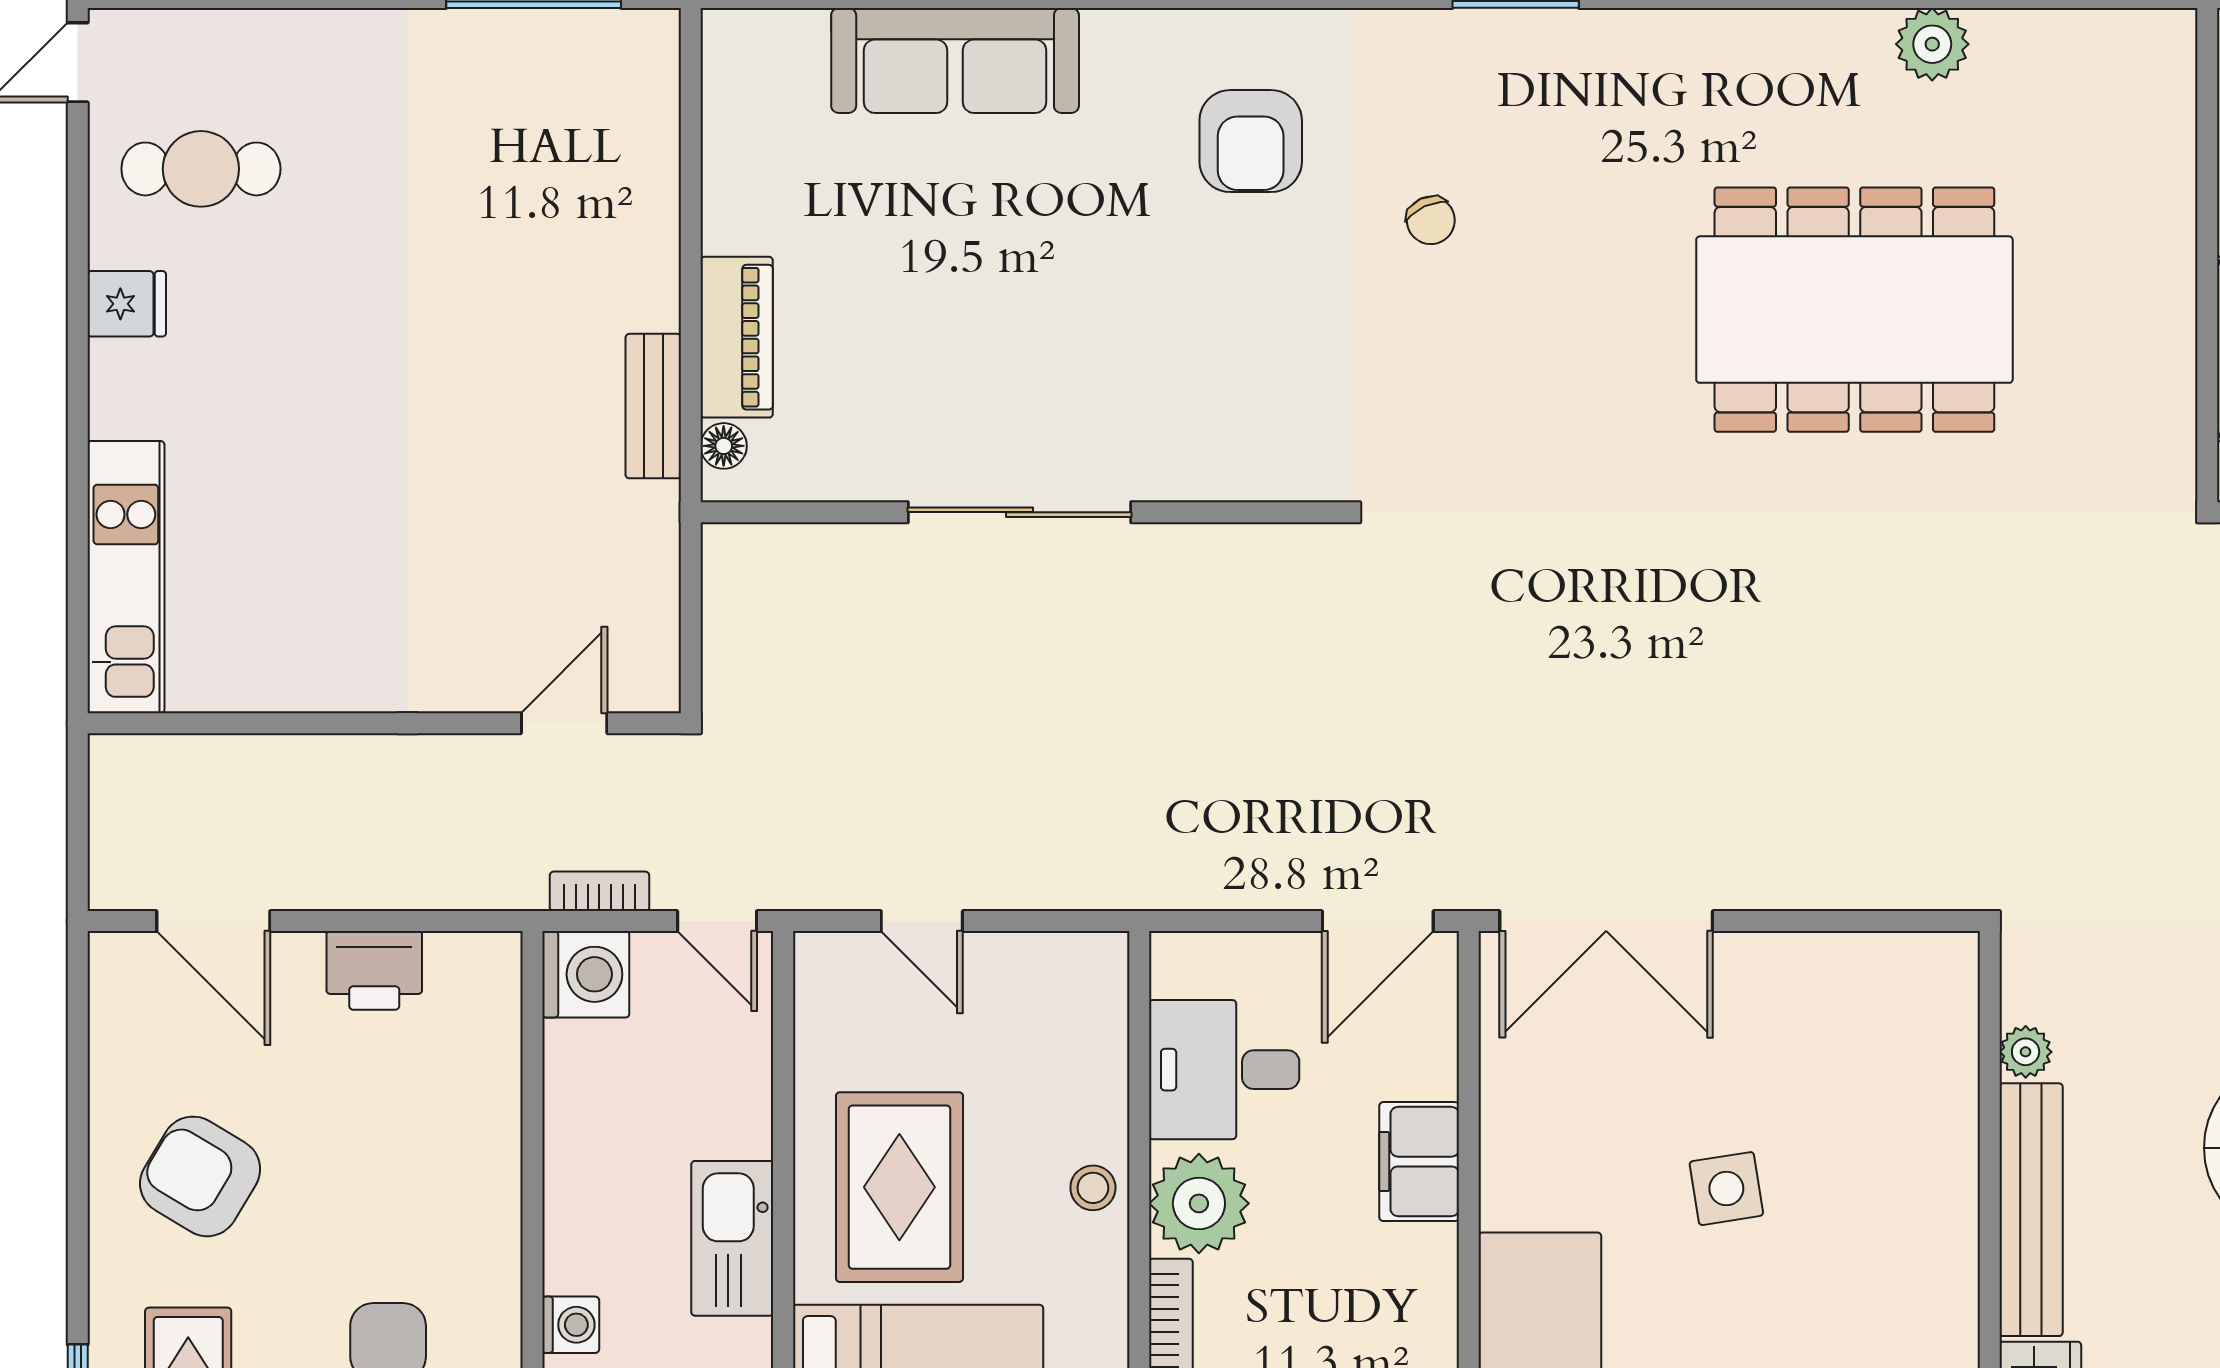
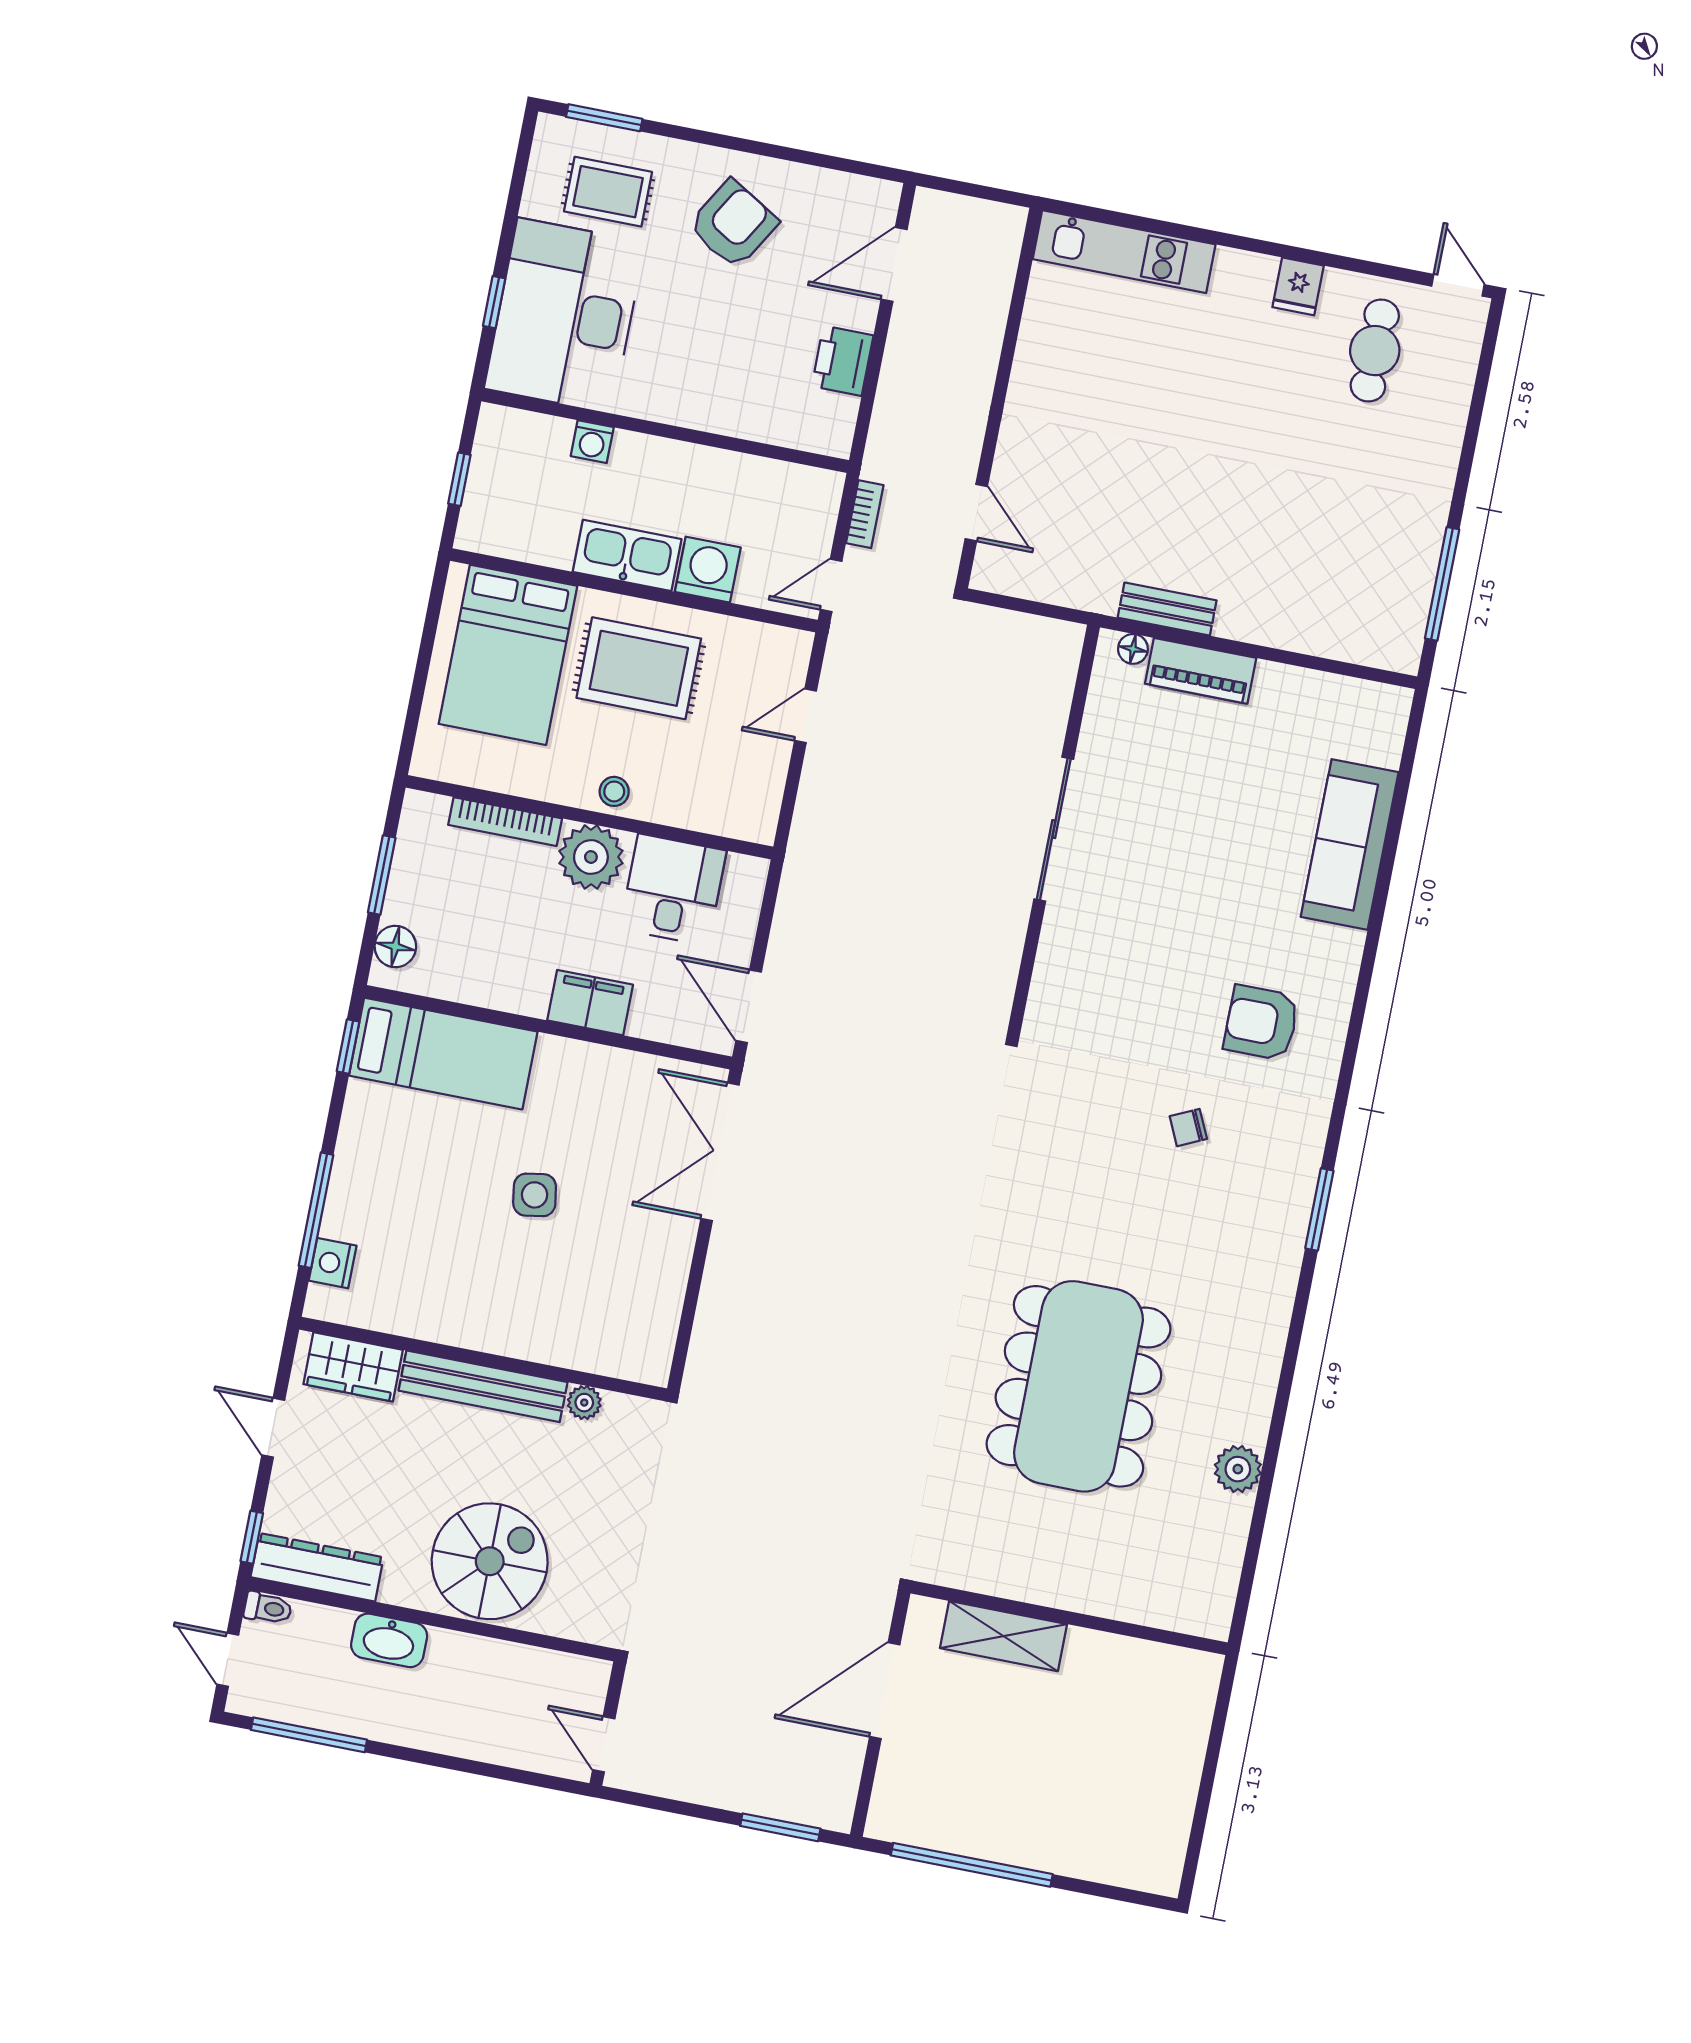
washing machine: (586, 974) -> (708, 570), moved, turned 180

